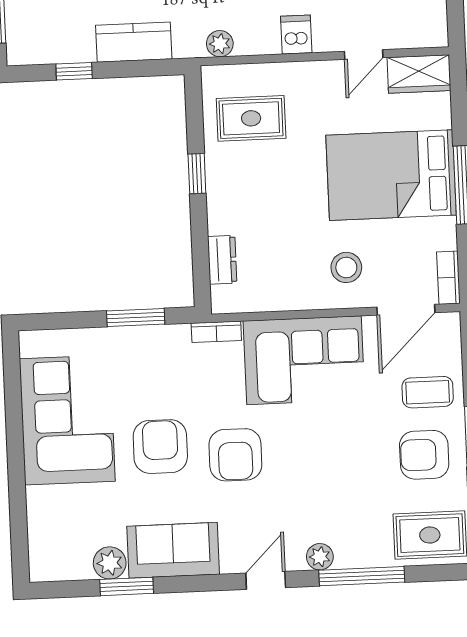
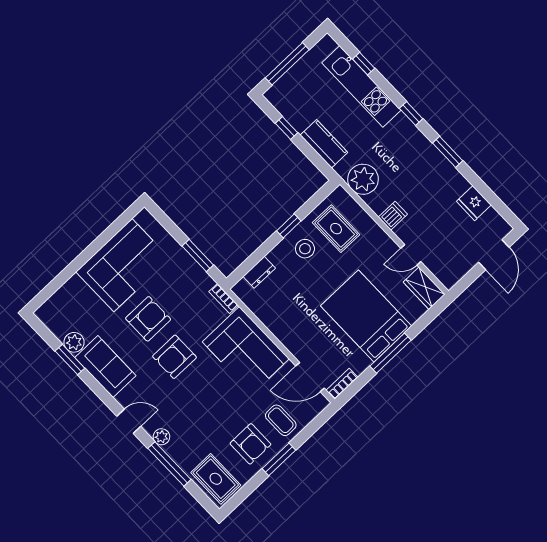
plant: (220, 44) -> (363, 179), width x1.88, depth x1.88
stool: (346, 267) -> (305, 249), moved
armchair: (424, 455) -> (250, 444), turned 180

